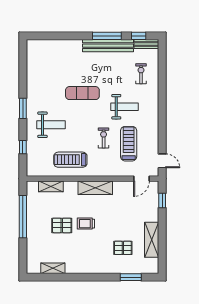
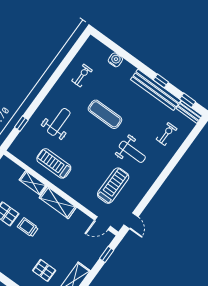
window: (107, 36) -> (161, 81), width x0.46
water cooler: (60, 45) -> (115, 60), added
window: (23, 108) -> (45, 91), removed
weight bench: (51, 125) -> (59, 122), turned -90
exercise bike: (104, 138) -> (82, 76), moved
shelving: (51, 186) -> (33, 183), moved

